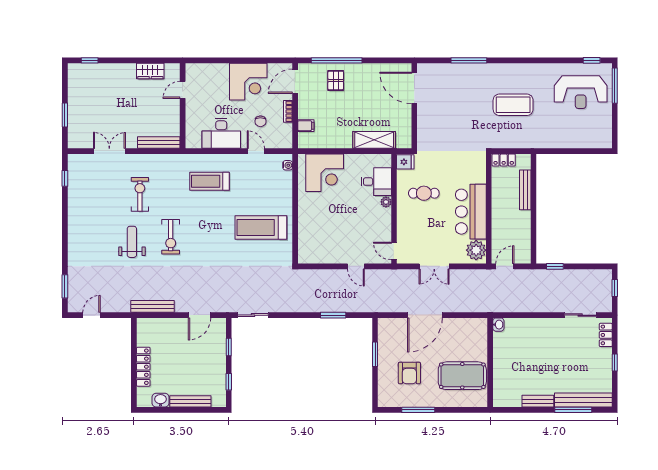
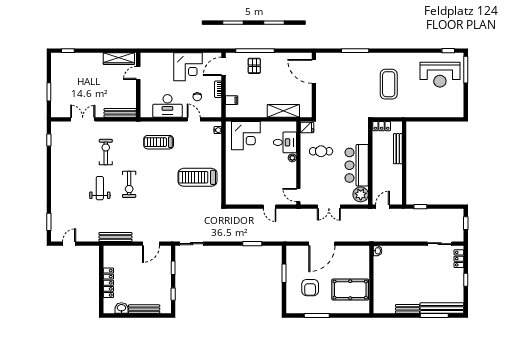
wardrobe: (150, 71) -> (119, 59), width x1.50
coffee table: (513, 105) -> (389, 84), turned 90

